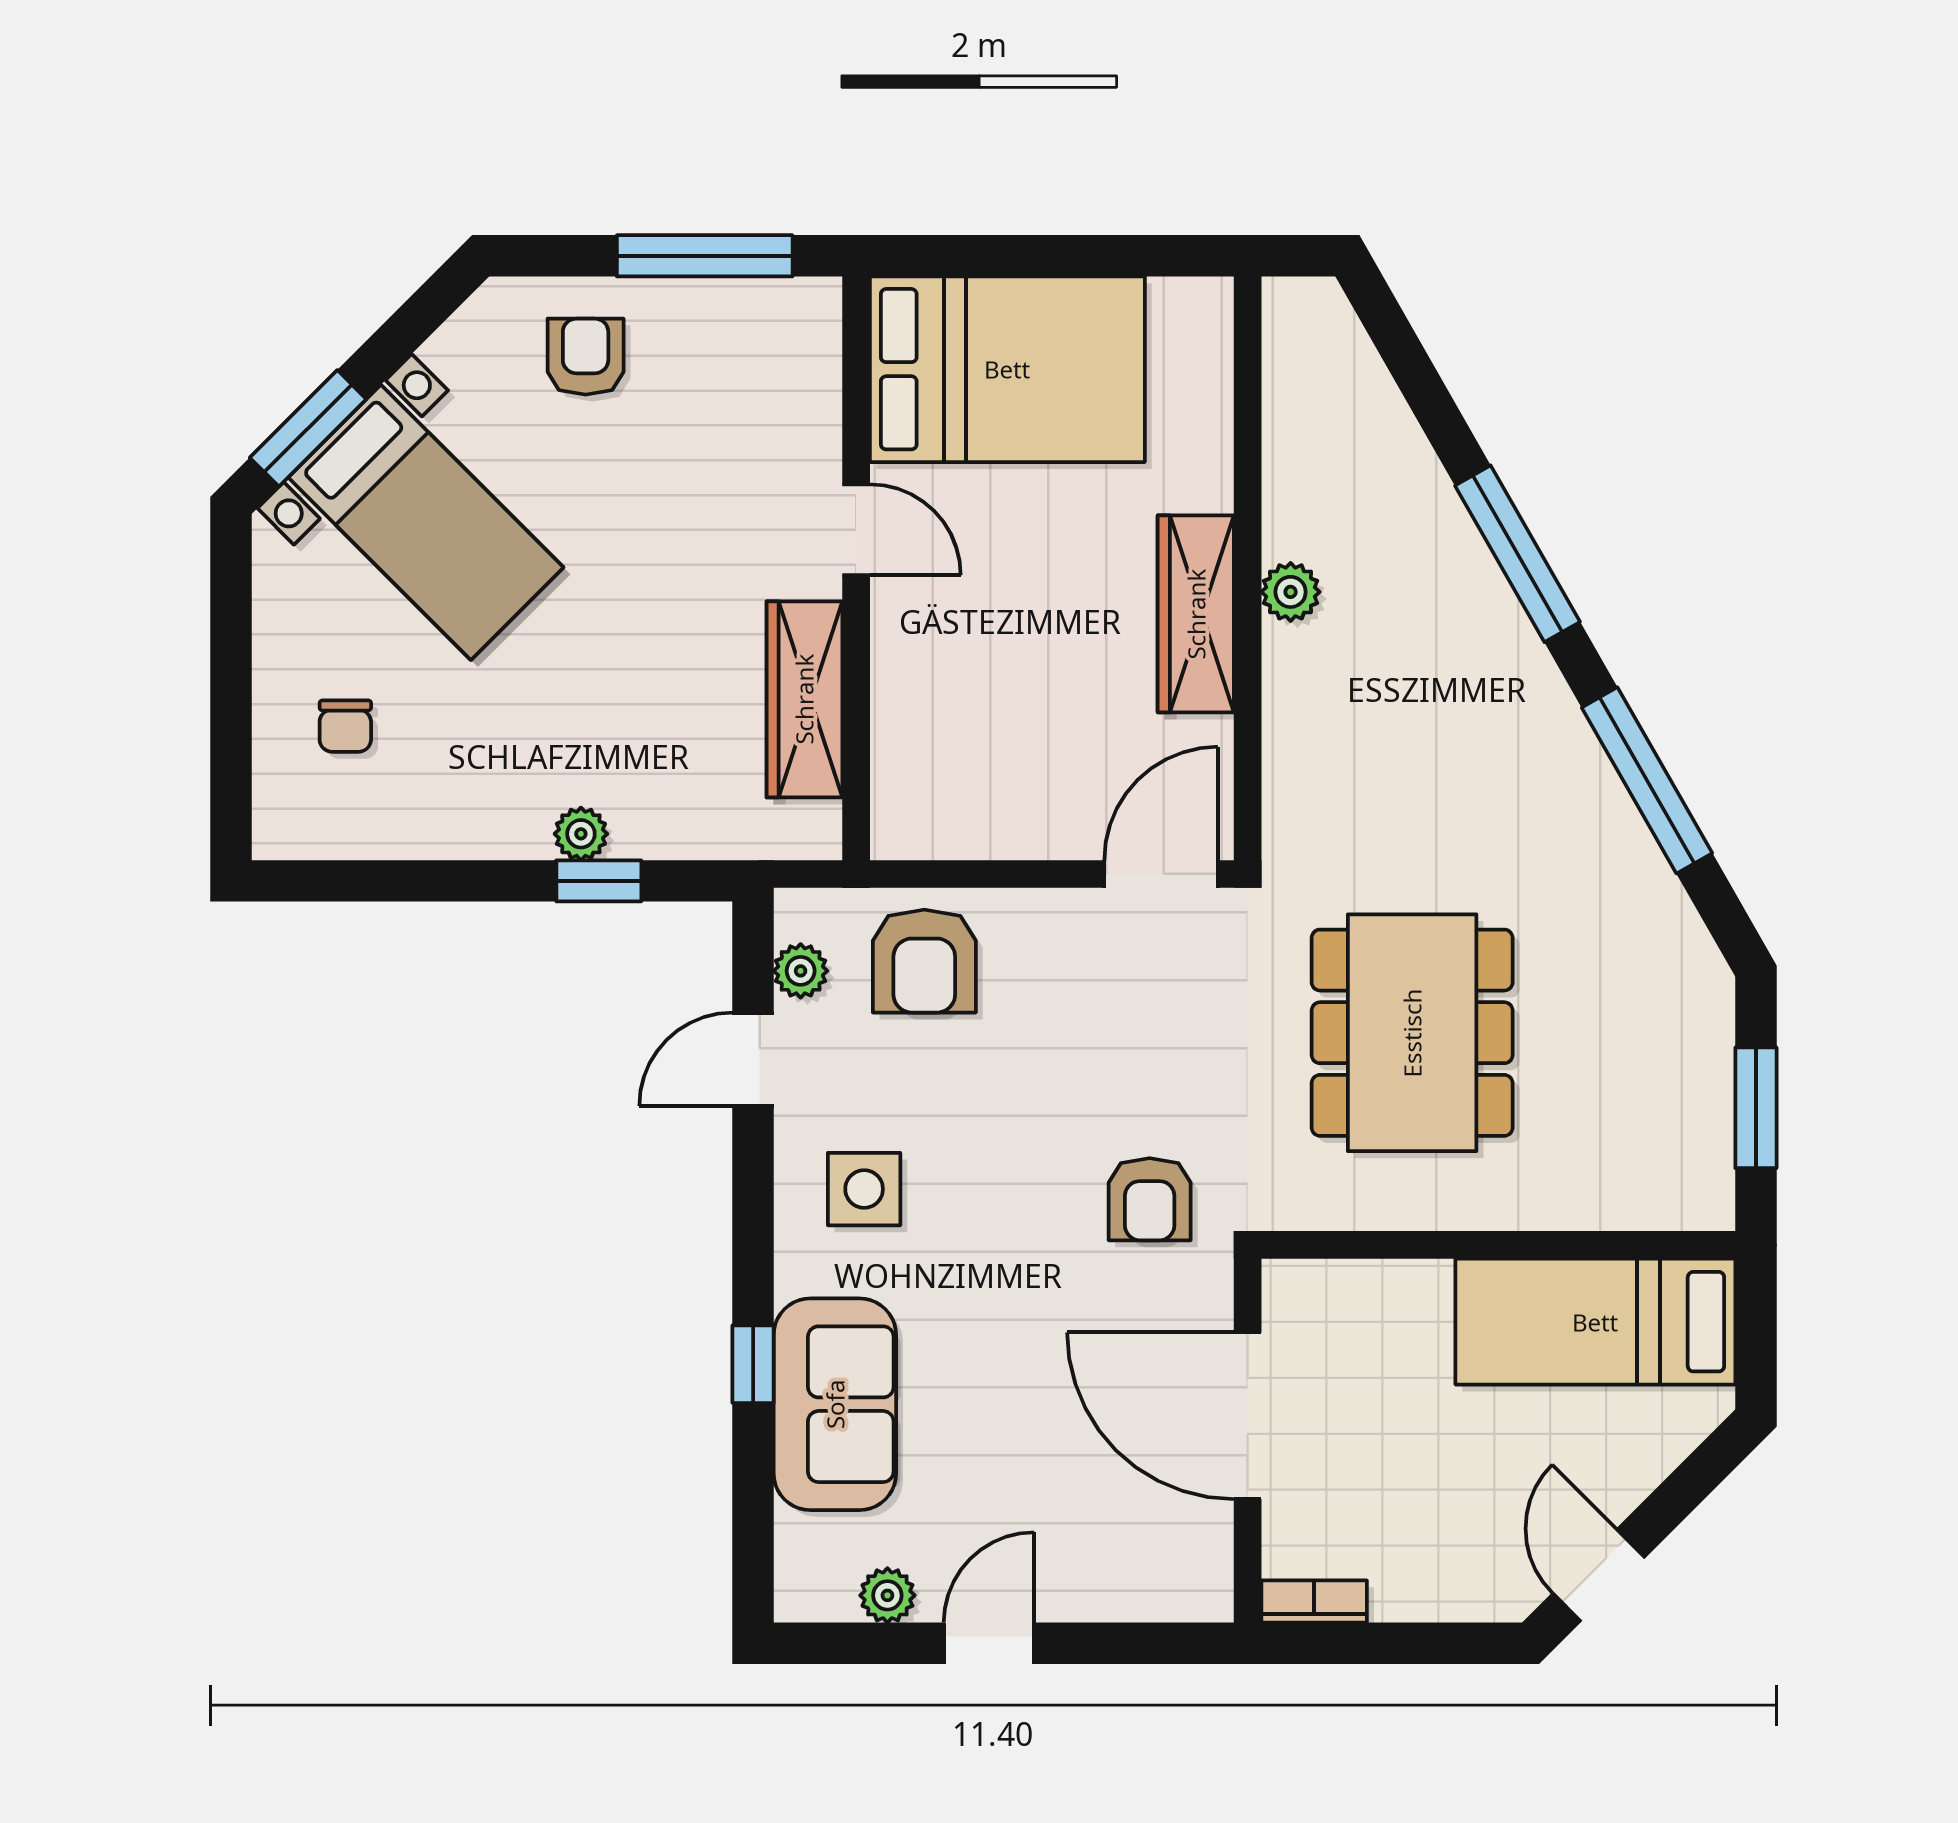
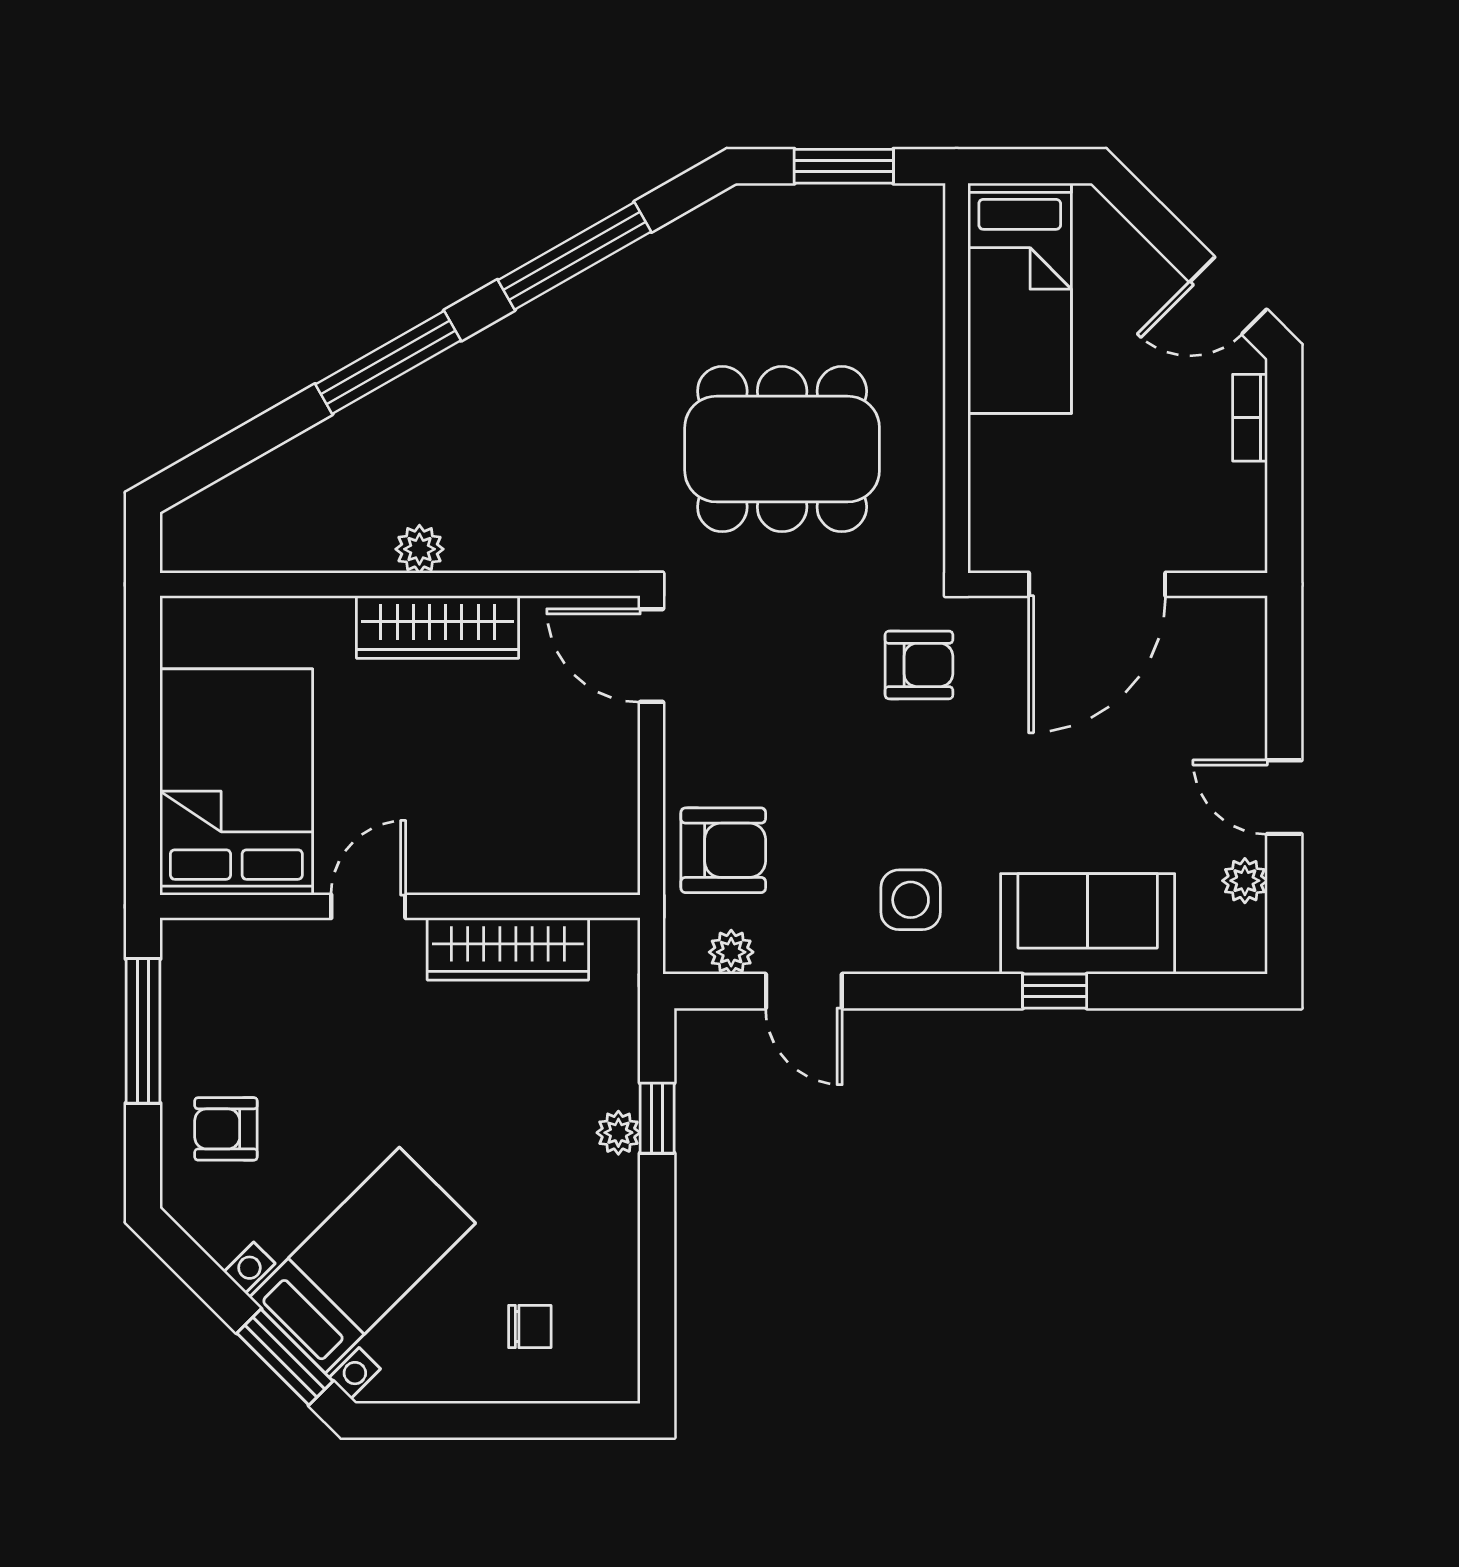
bookcase: (1314, 1602) -> (1250, 418), moved

